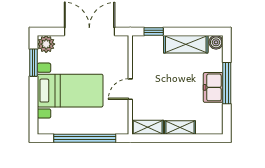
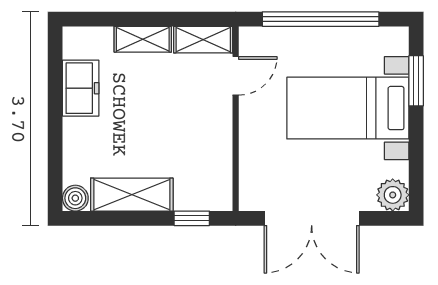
window: (34, 63) -> (416, 81), moved
window: (227, 83) -> (55, 122), removed
freezer: (213, 87) -> (81, 88), moved
door: (130, 89) -> (236, 76), moved

